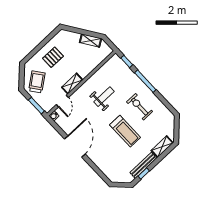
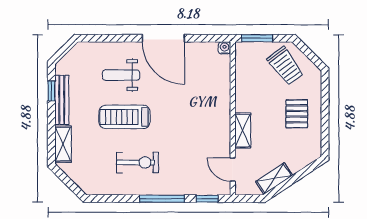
shelving: (72, 84) -> (243, 130), moved
weight bench: (104, 97) -> (121, 75), moved, turned 90
door: (62, 101) -> (233, 170), moved

